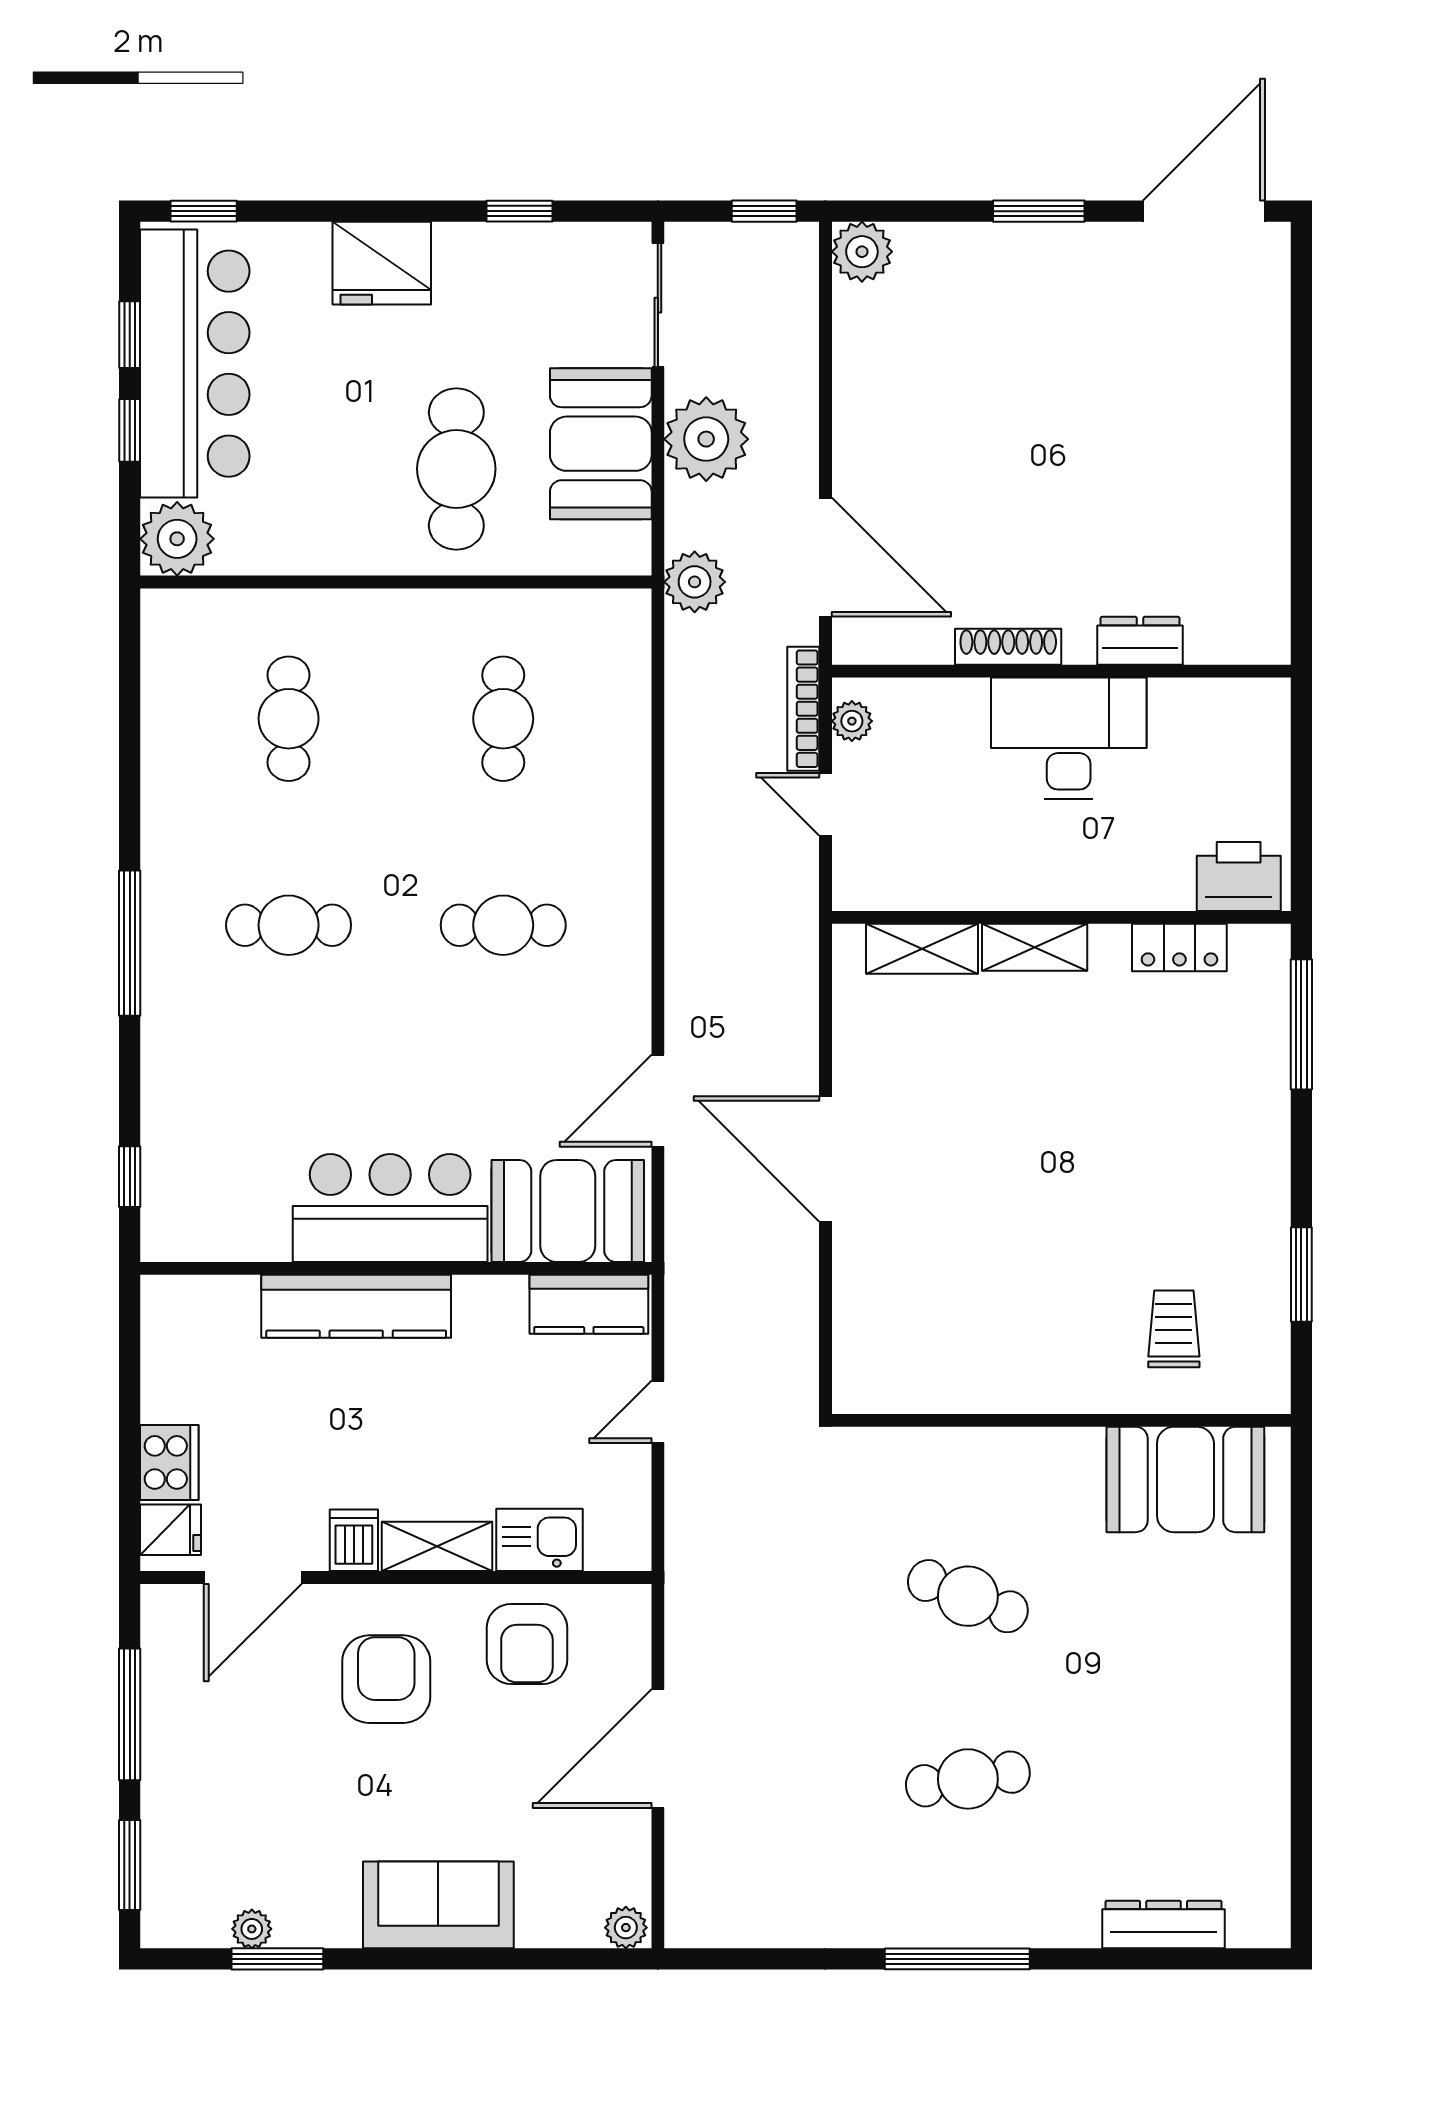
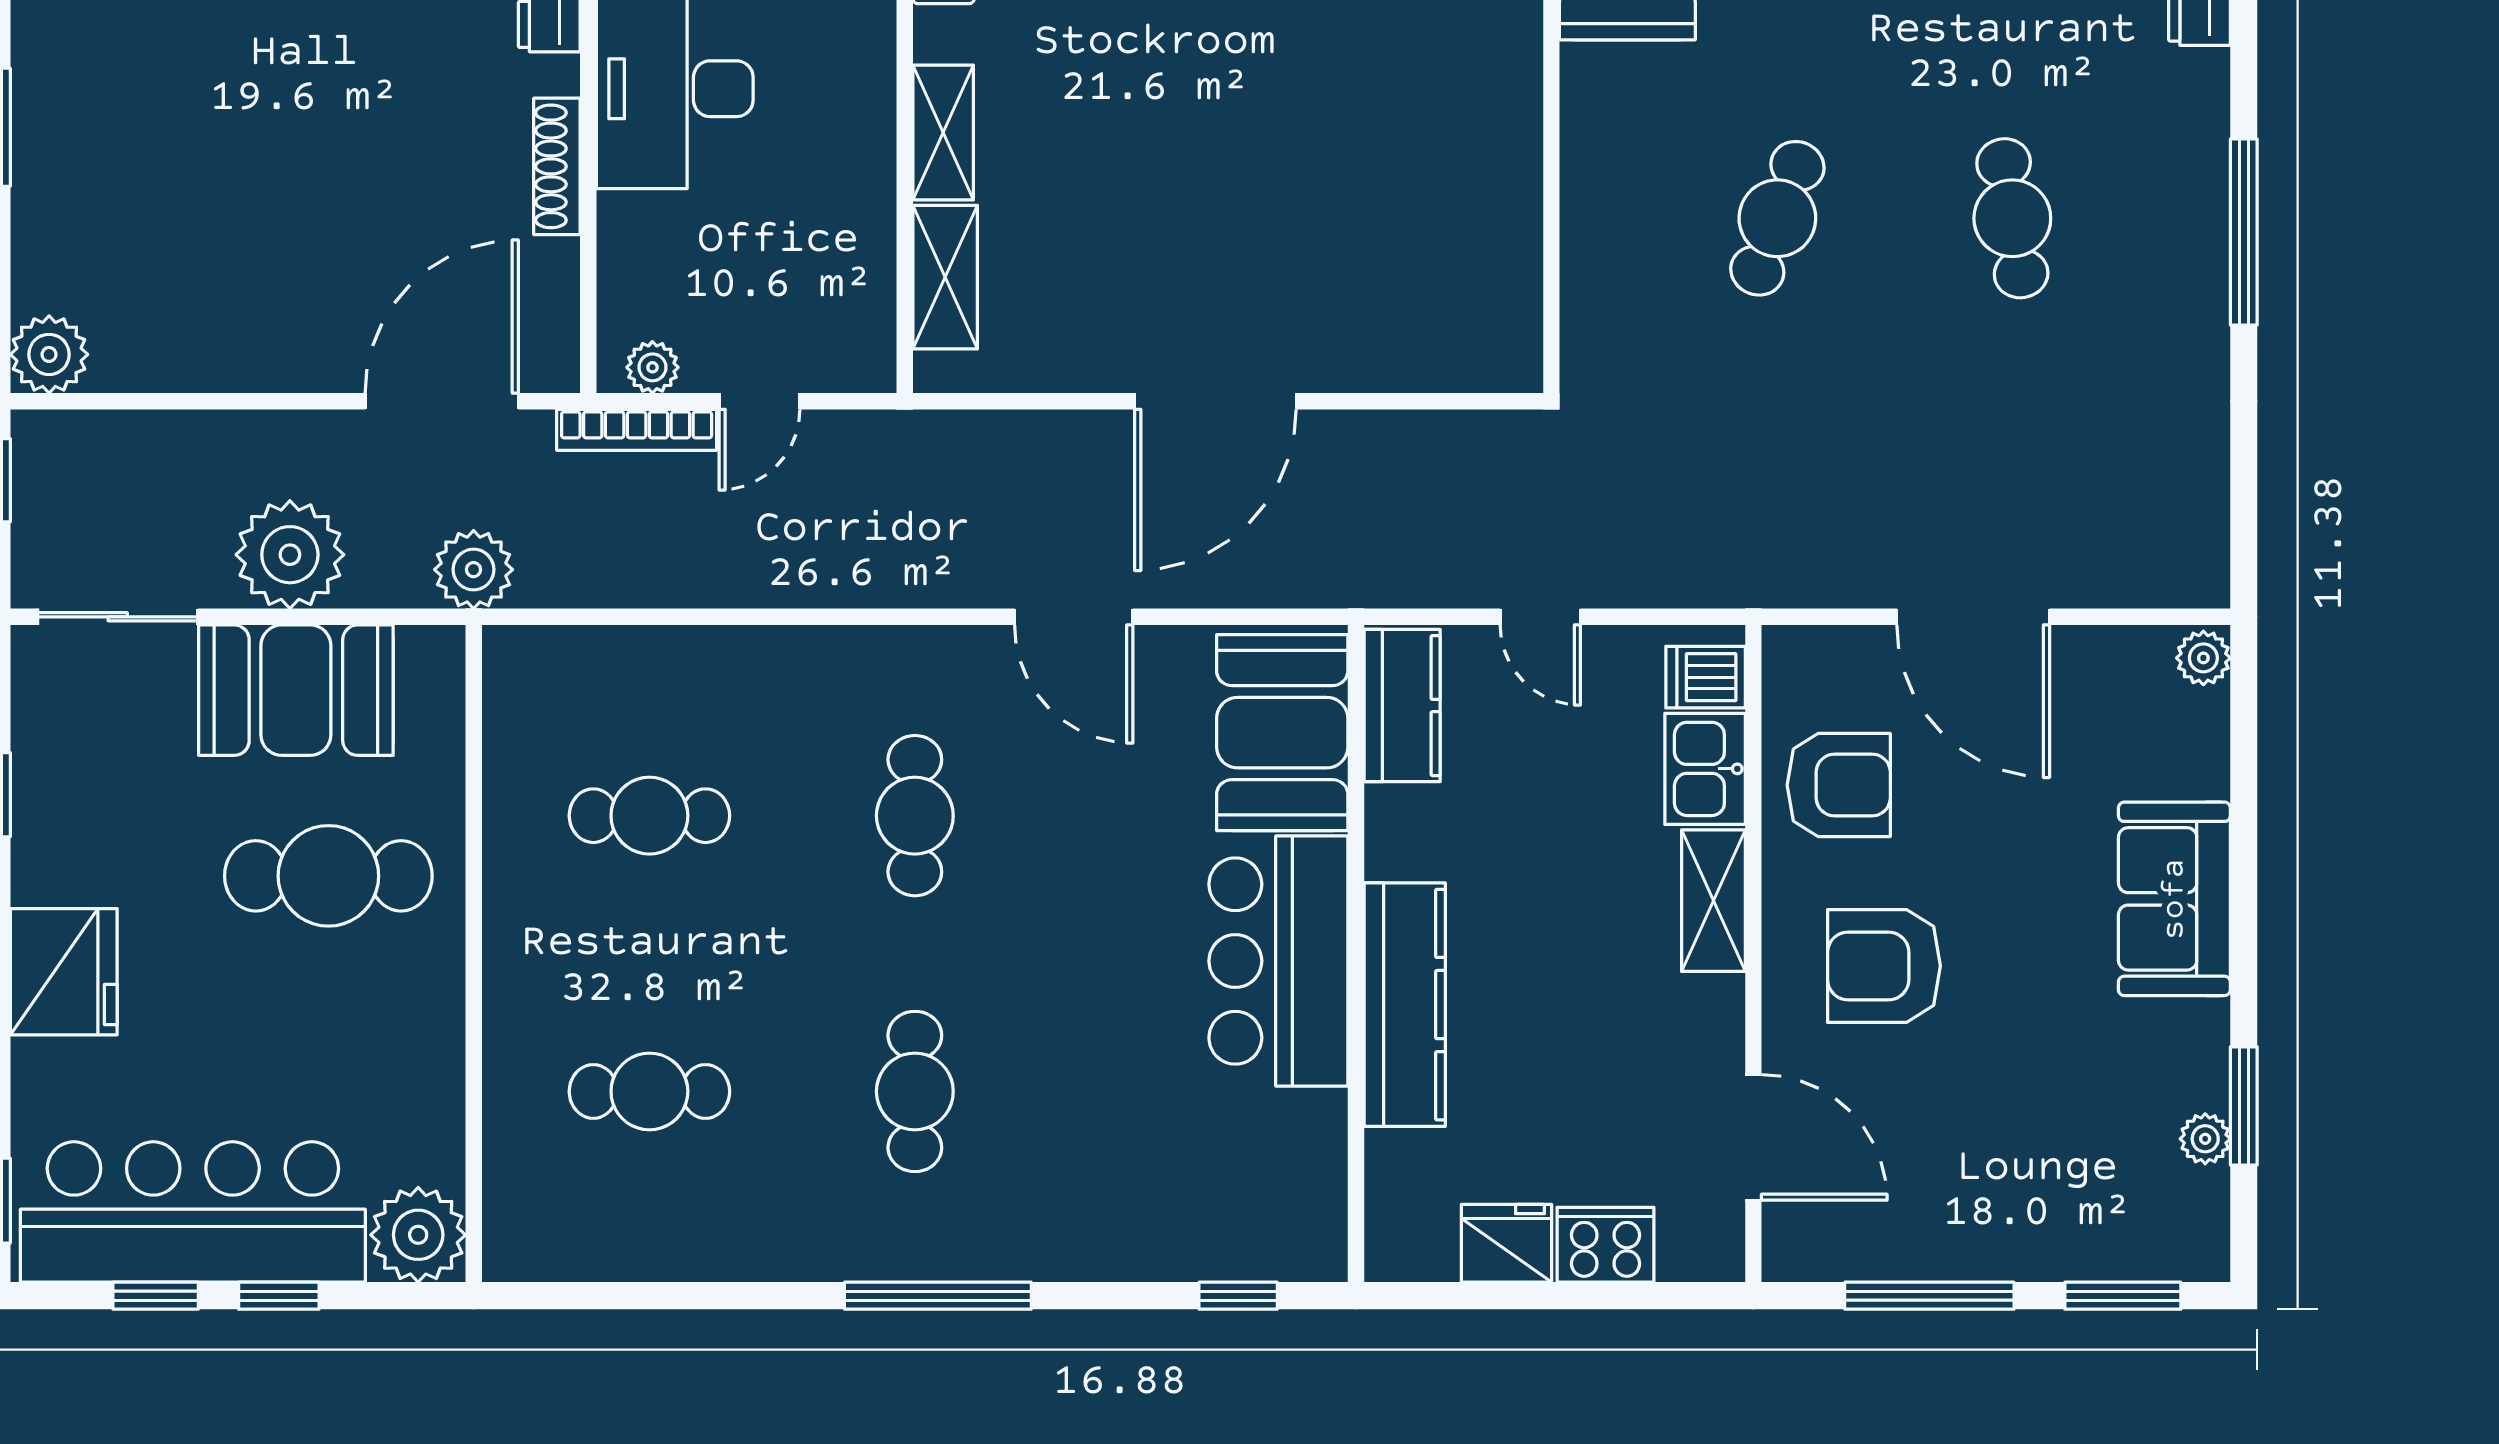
door: (658, 1101) -> (1074, 617), moved
fridge: (170, 1530) -> (1507, 1243), moved, width x1.38
dishwasher: (354, 1540) -> (1706, 677), moved

